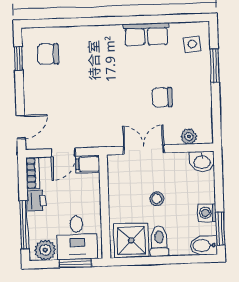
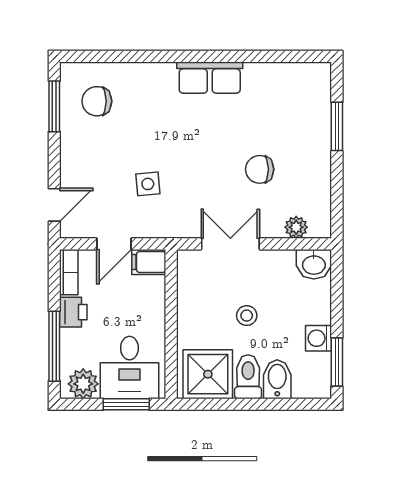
row of seats: (146, 34) -> (210, 78), moved
side table: (192, 44) -> (148, 184), moved
window: (18, 59) -> (54, 106), width x1.50
bidet: (204, 246) -> (277, 379), moved, turned 90

